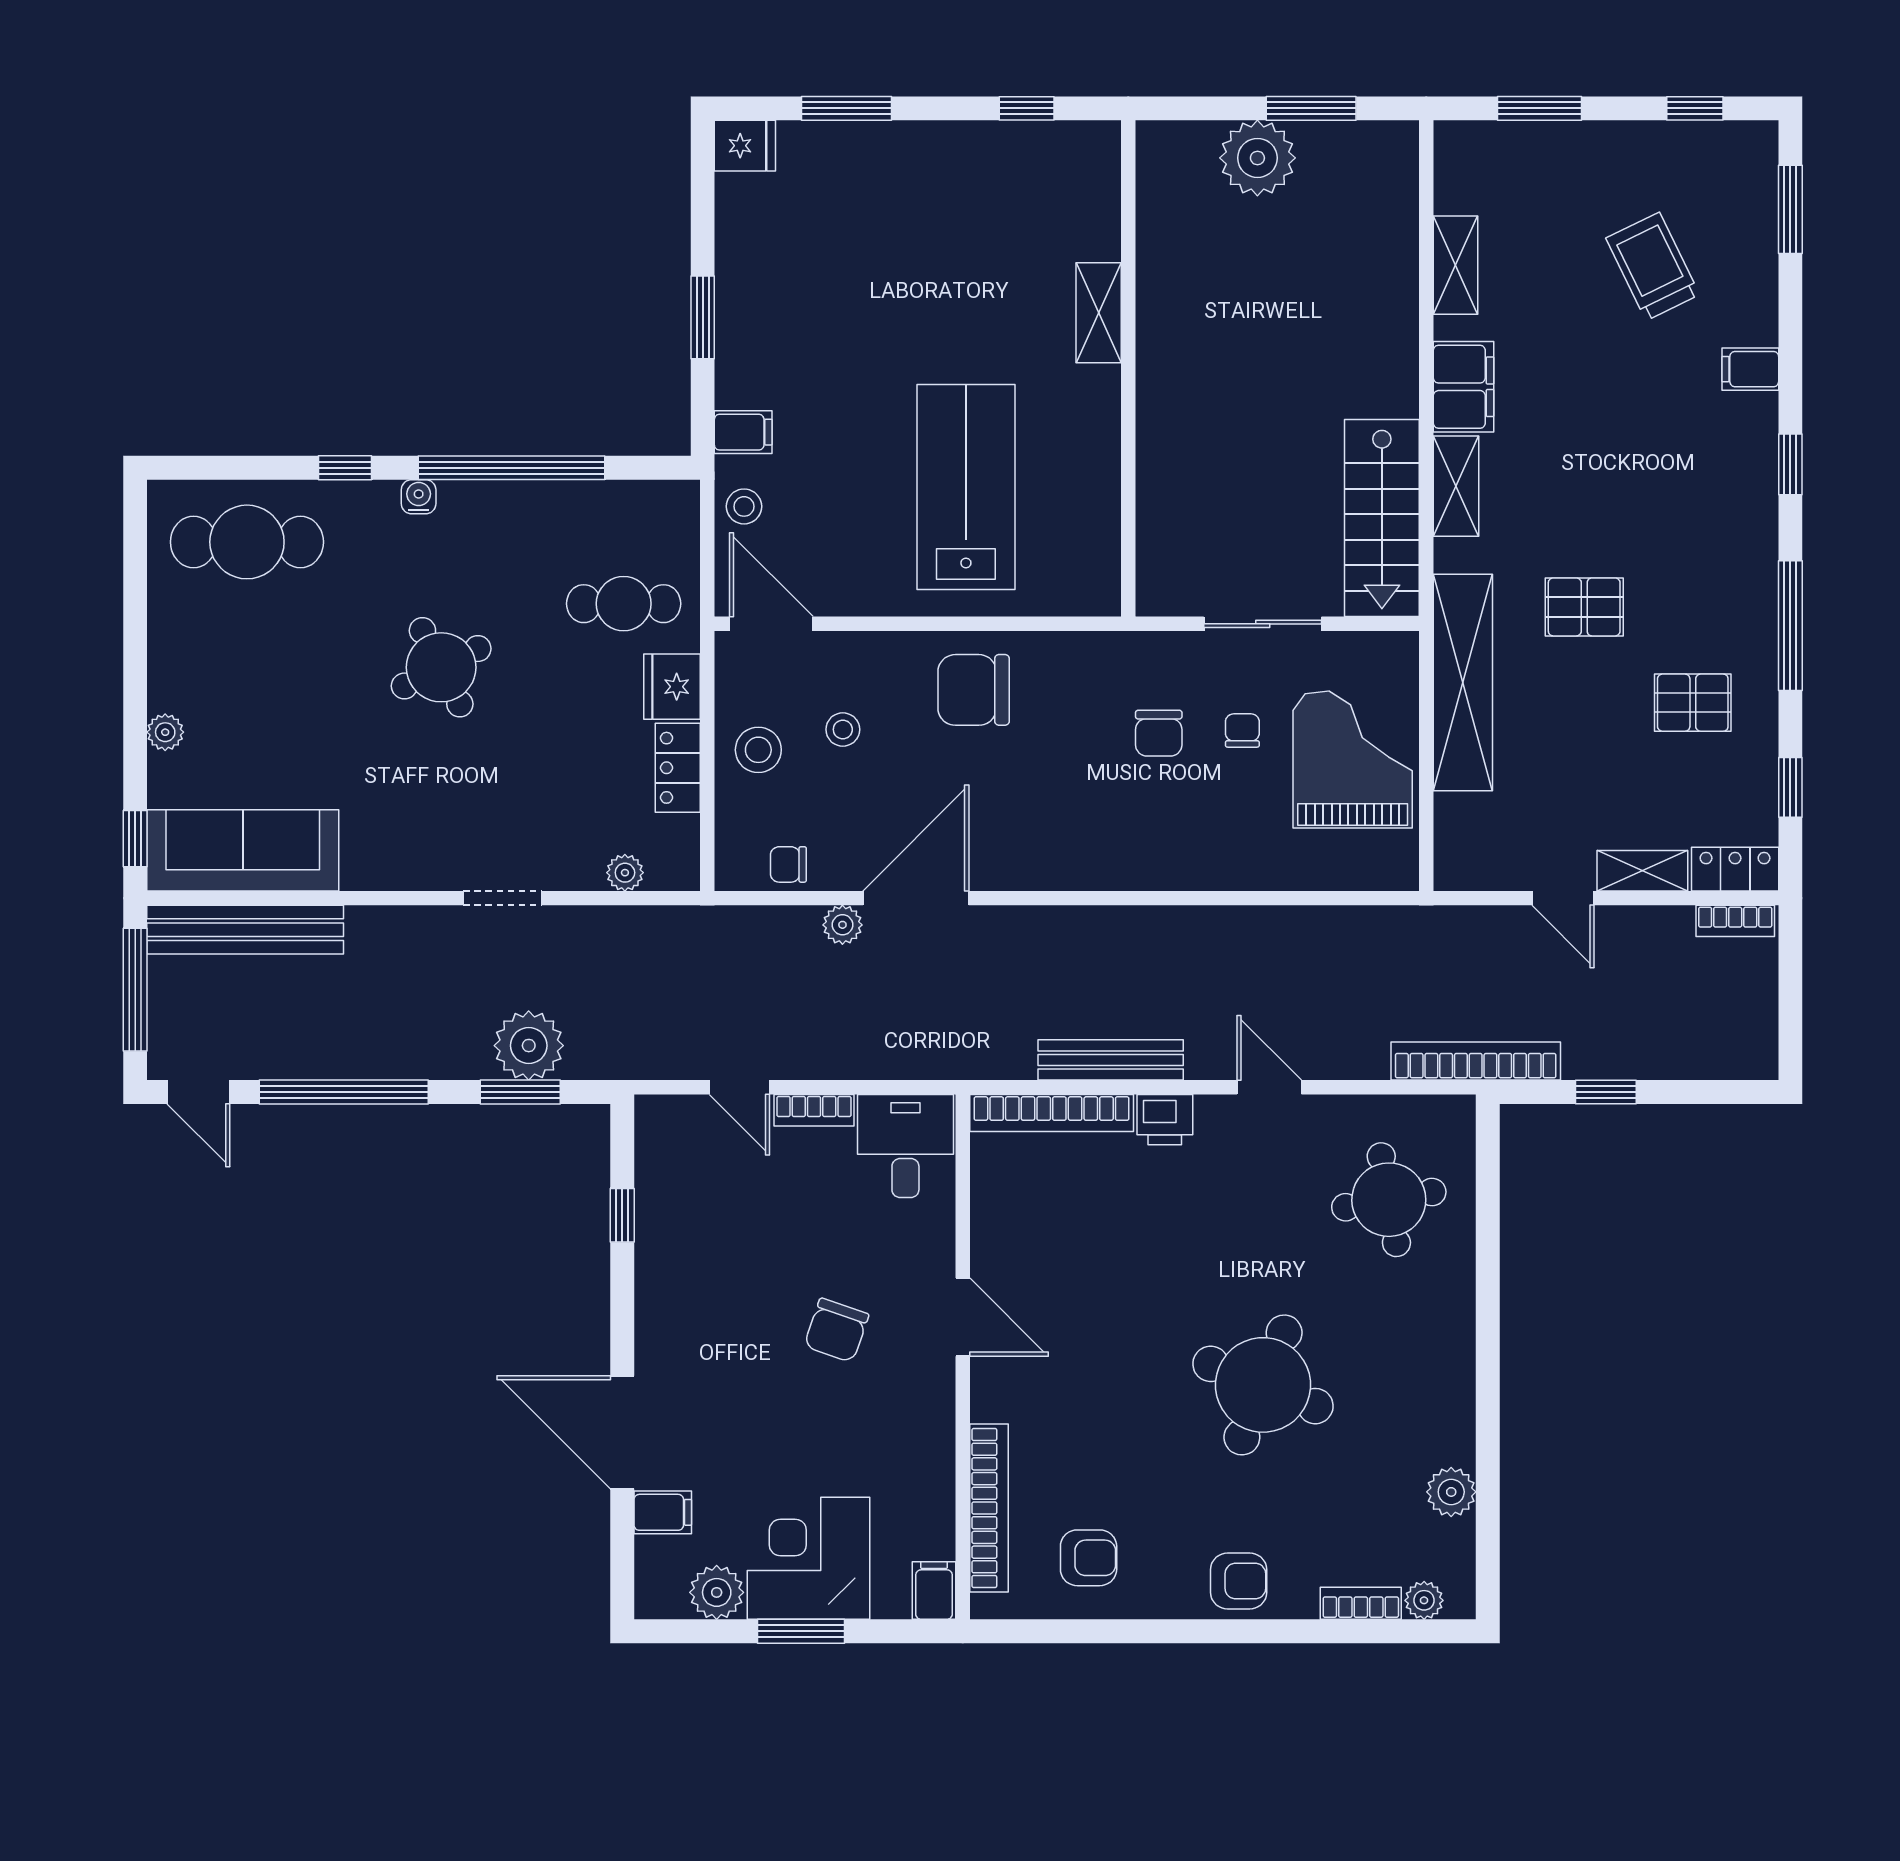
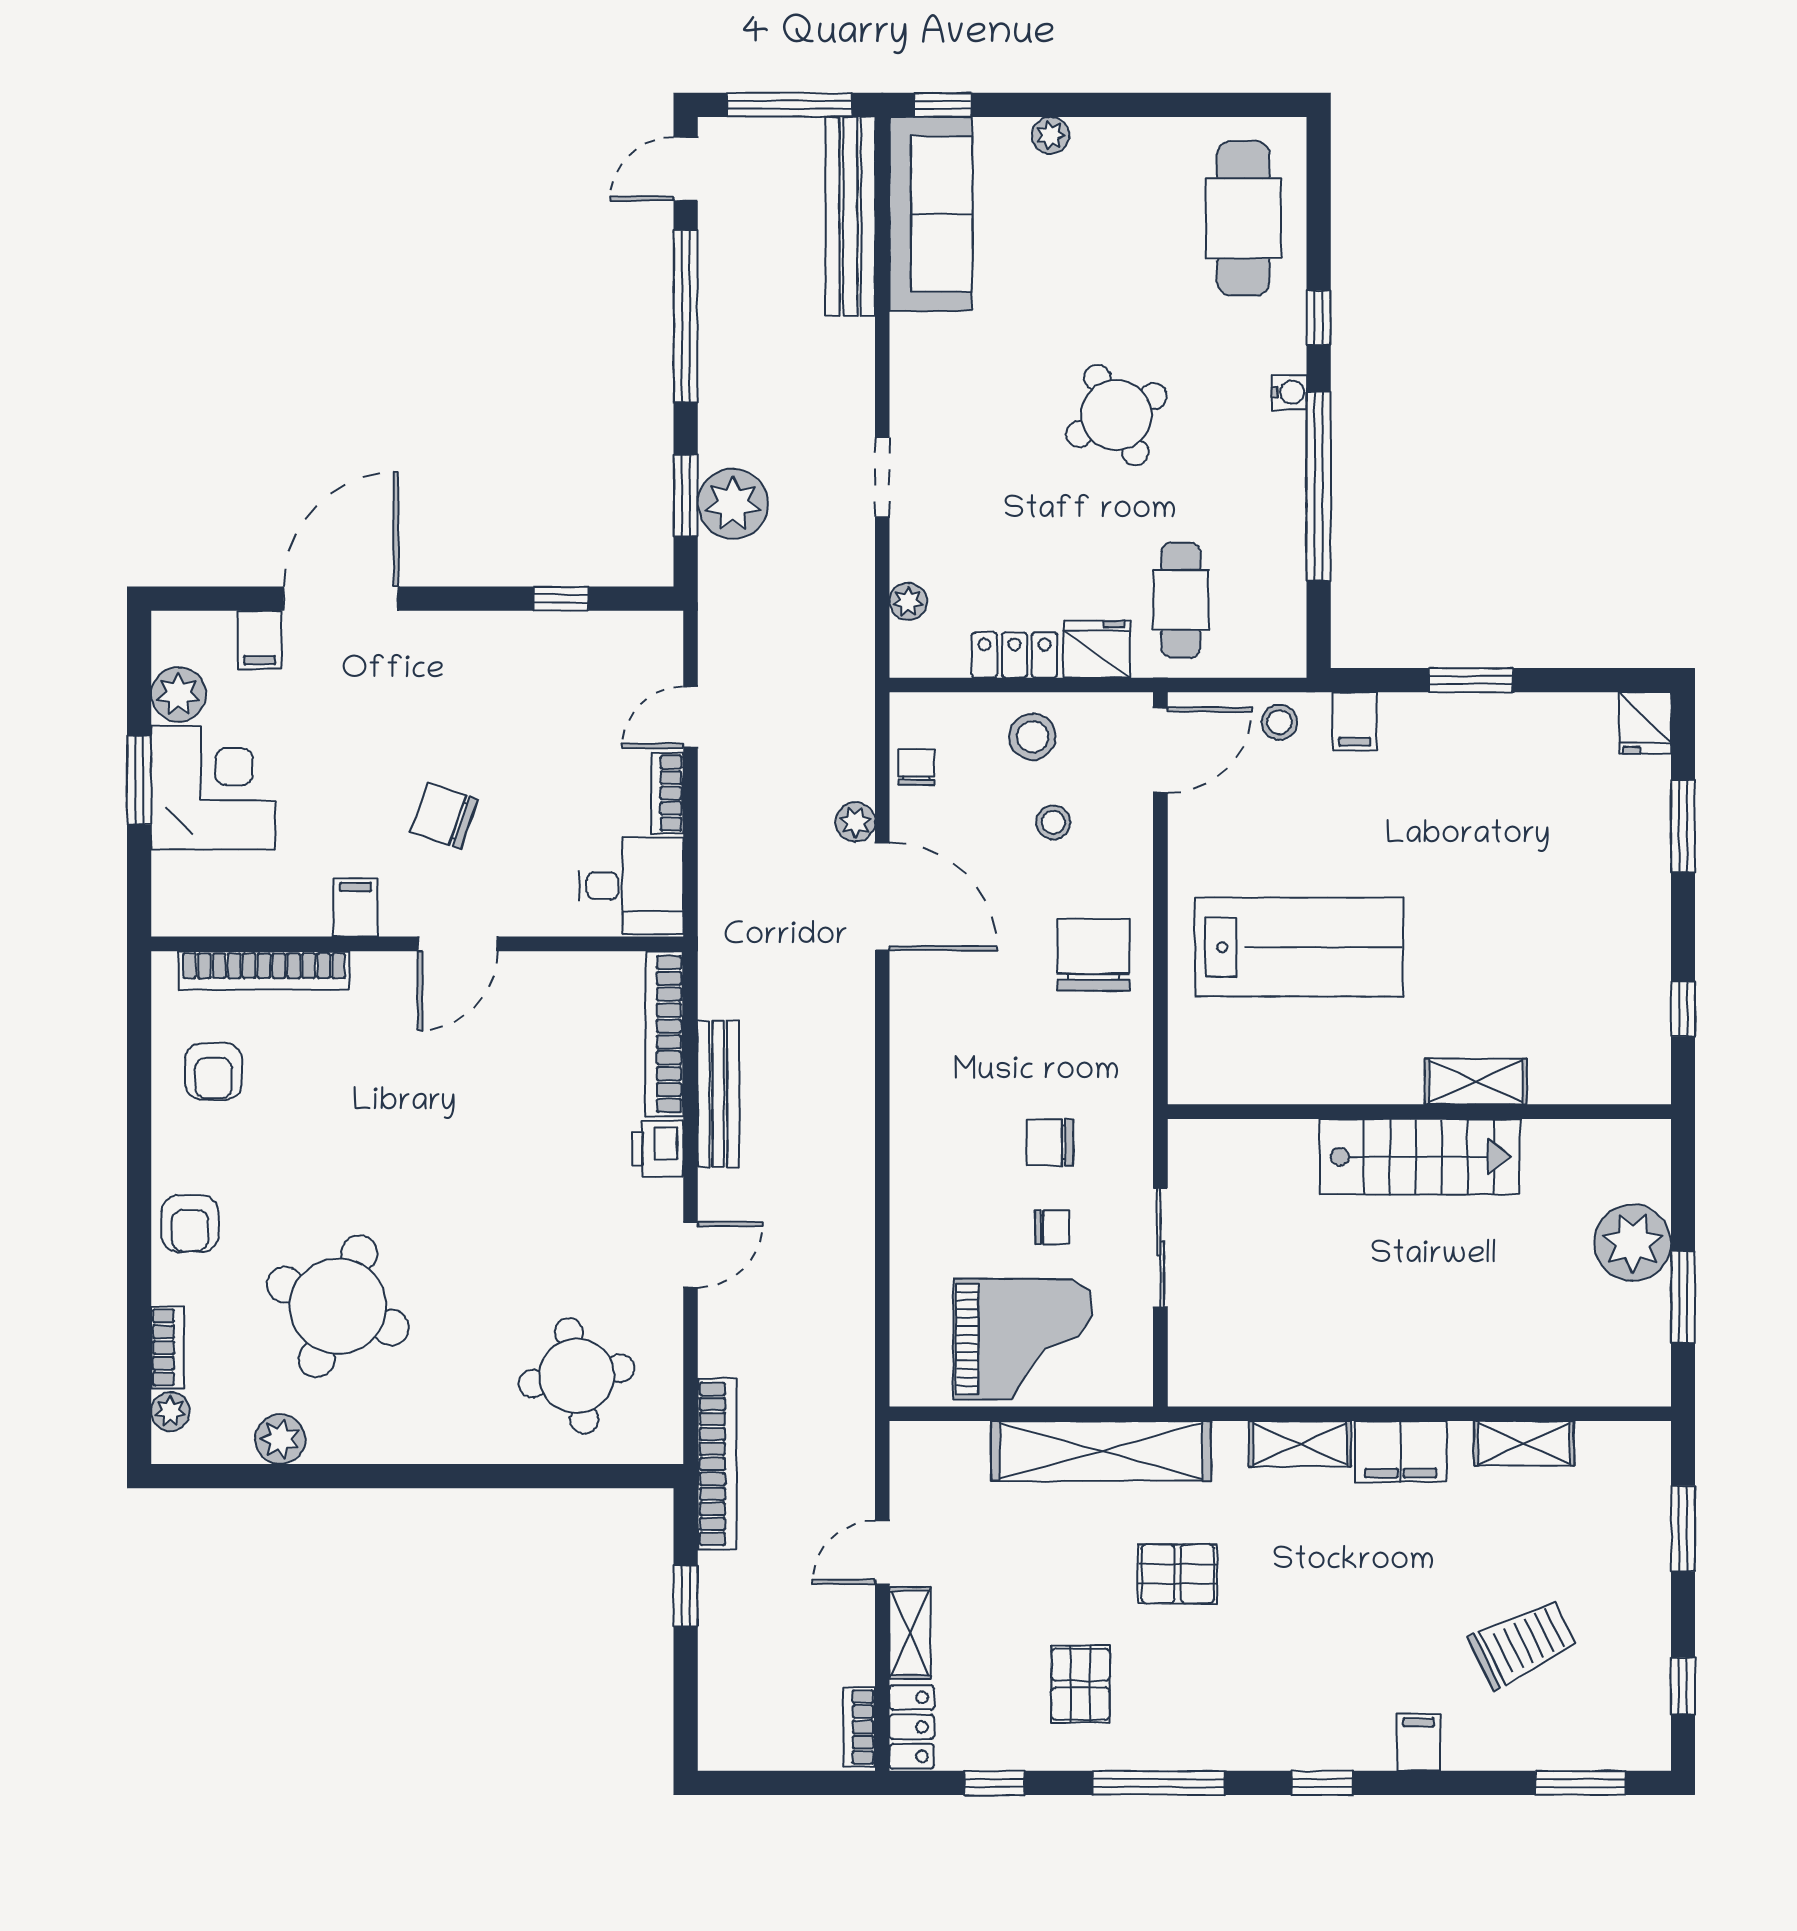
stairs: (1382, 518) -> (1420, 1157), moved, turned 180
pallet: (1584, 607) -> (1178, 1574), turned 90
round table: (1263, 1385) -> (338, 1306), moved
filing cabinet: (934, 1591) -> (355, 907), moved, turned -90

